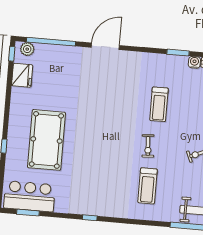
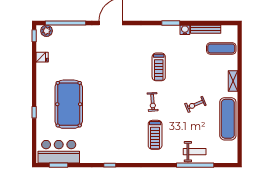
fridge: (22, 75) -> (42, 57), width x0.53, depth x0.75

